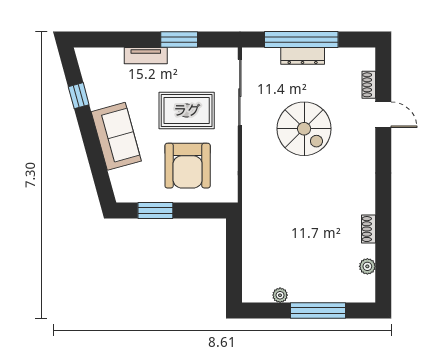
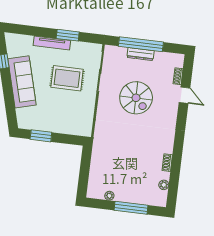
tv unit: (146, 56) -> (52, 43), width x1.41
sofa: (116, 136) -> (22, 82), width x1.36
armchair: (188, 166) -> (64, 111), removed

